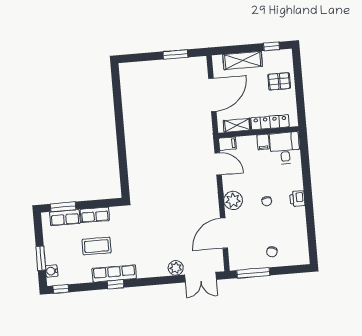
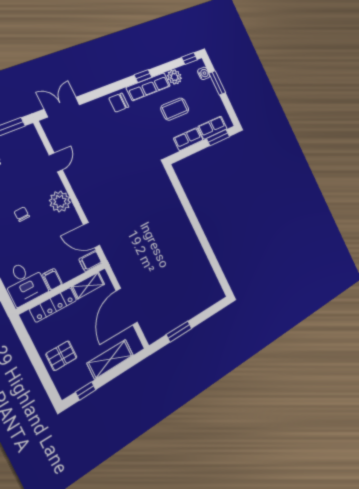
door: (224, 233) -> (56, 162), width x0.53
chair: (148, 267) -> (119, 103), added
plant: (176, 268) -> (174, 77), moved

